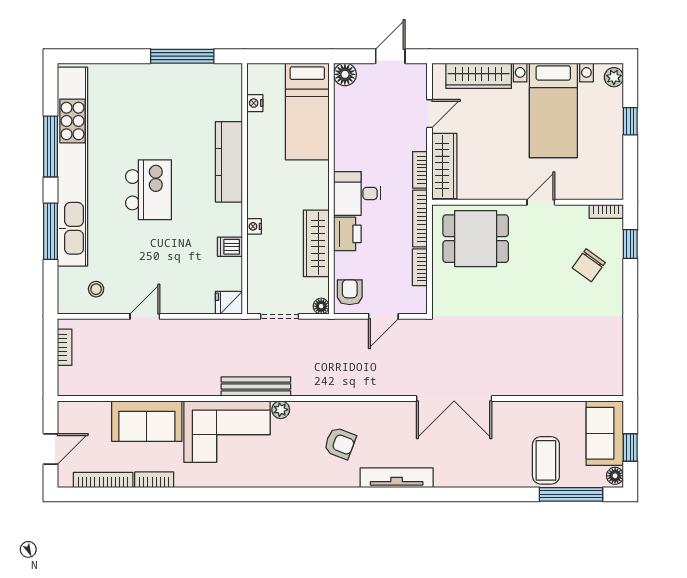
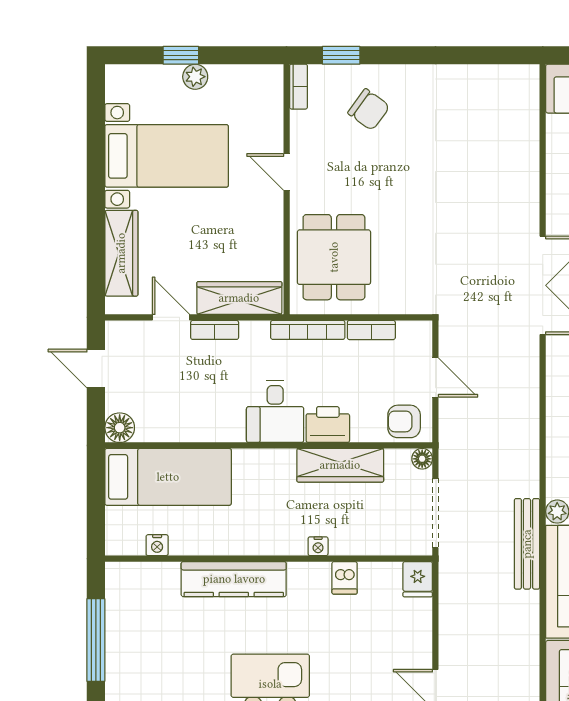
plant: (614, 77) -> (195, 77), moved
bookcase: (420, 170) -> (215, 330), moved
doorway: (280, 316) -> (435, 513), width x1.38

